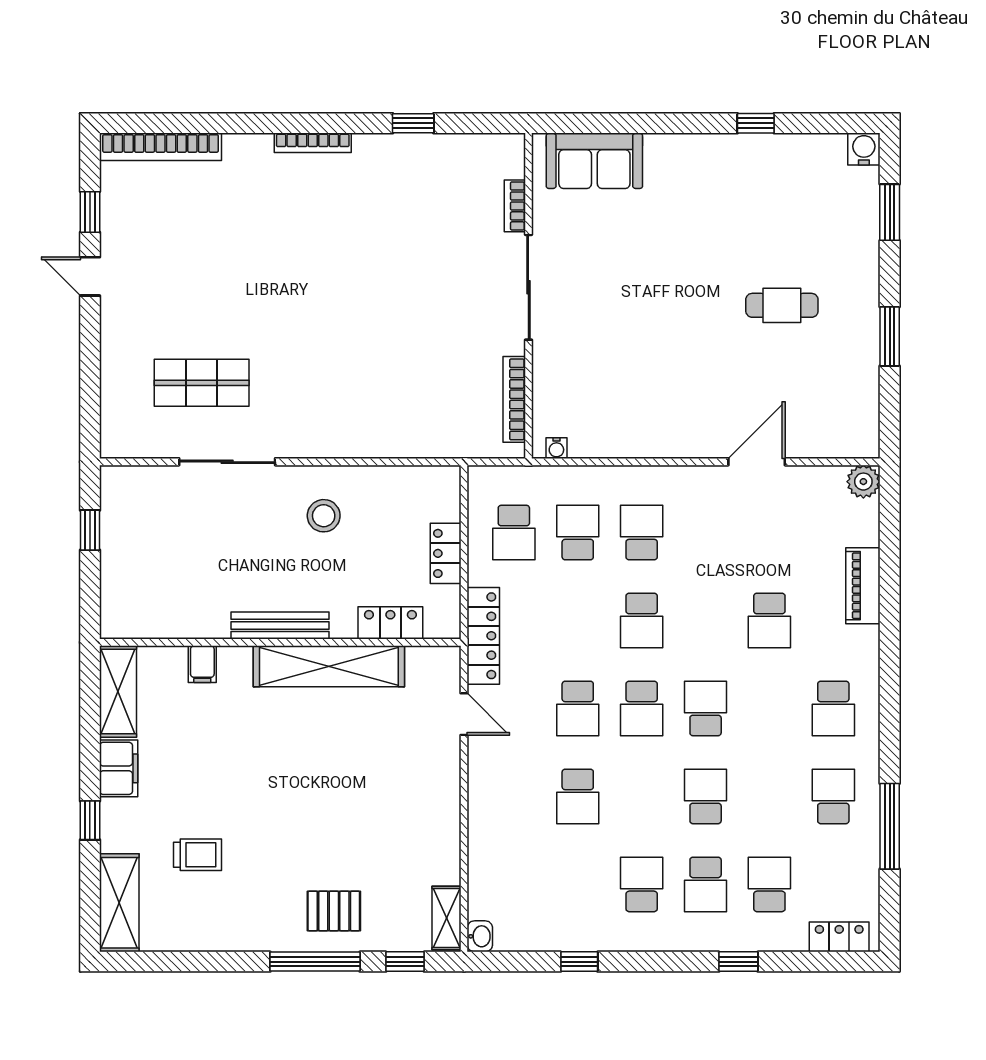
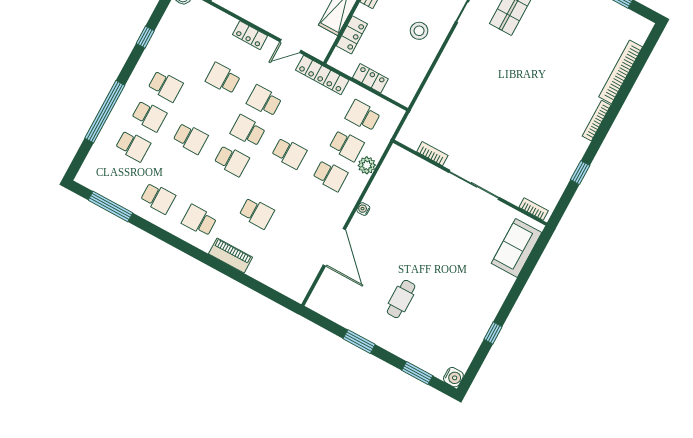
bookcase: (161, 147) -> (621, 72), moved
bookcase: (515, 206) -> (534, 209), moved
bookcase: (514, 399) -> (432, 154), width x0.64
water cooler: (556, 448) -> (363, 209), moved
door: (757, 462) -> (334, 247), width x1.36
plant: (863, 482) -> (367, 165), moved
piano: (863, 586) -> (231, 256), moved
school desk: (642, 620) -> (289, 153), turned 180
school desk: (769, 620) -> (257, 213), turned 180
window: (890, 826) -> (110, 207), moved
school desk: (706, 884) -> (149, 116), turned 180
locker: (839, 937) -> (250, 35), moved, turned 90
window: (738, 962) -> (105, 112), width x3.17

